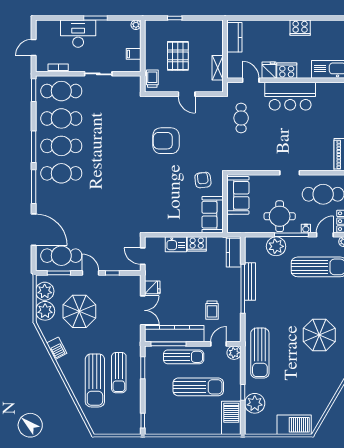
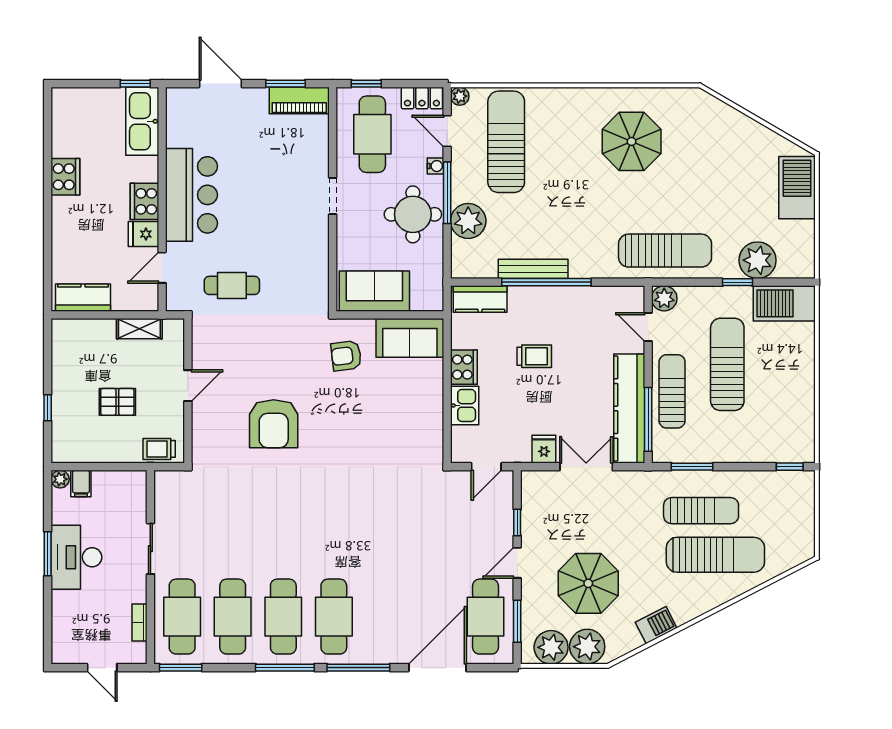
desk: (78, 34) -> (76, 557), moved
filing cabinet: (134, 54) -> (81, 484), moved
pallet: (178, 56) -> (117, 402), width x0.67, depth x0.71
trolley: (212, 310) -> (534, 356), moved

